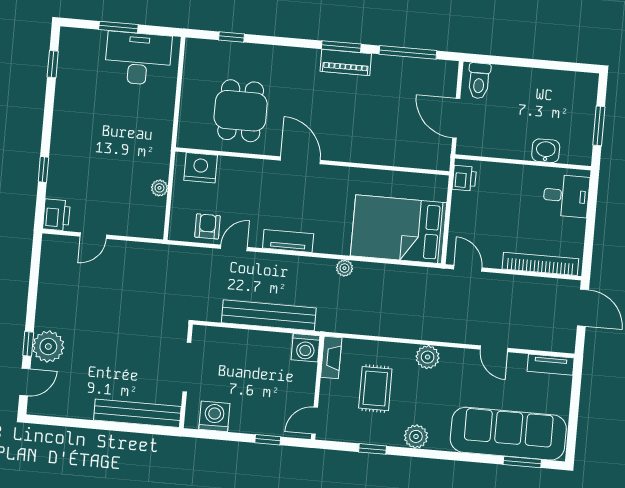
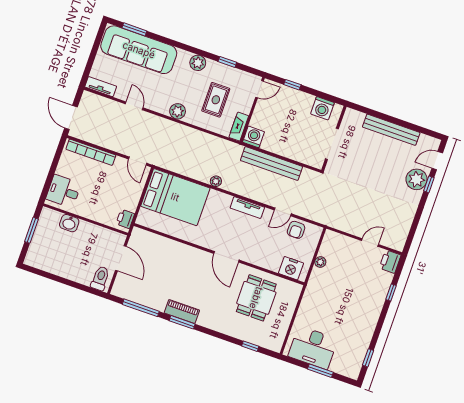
bench: (137, 413) -> (391, 130), moved

